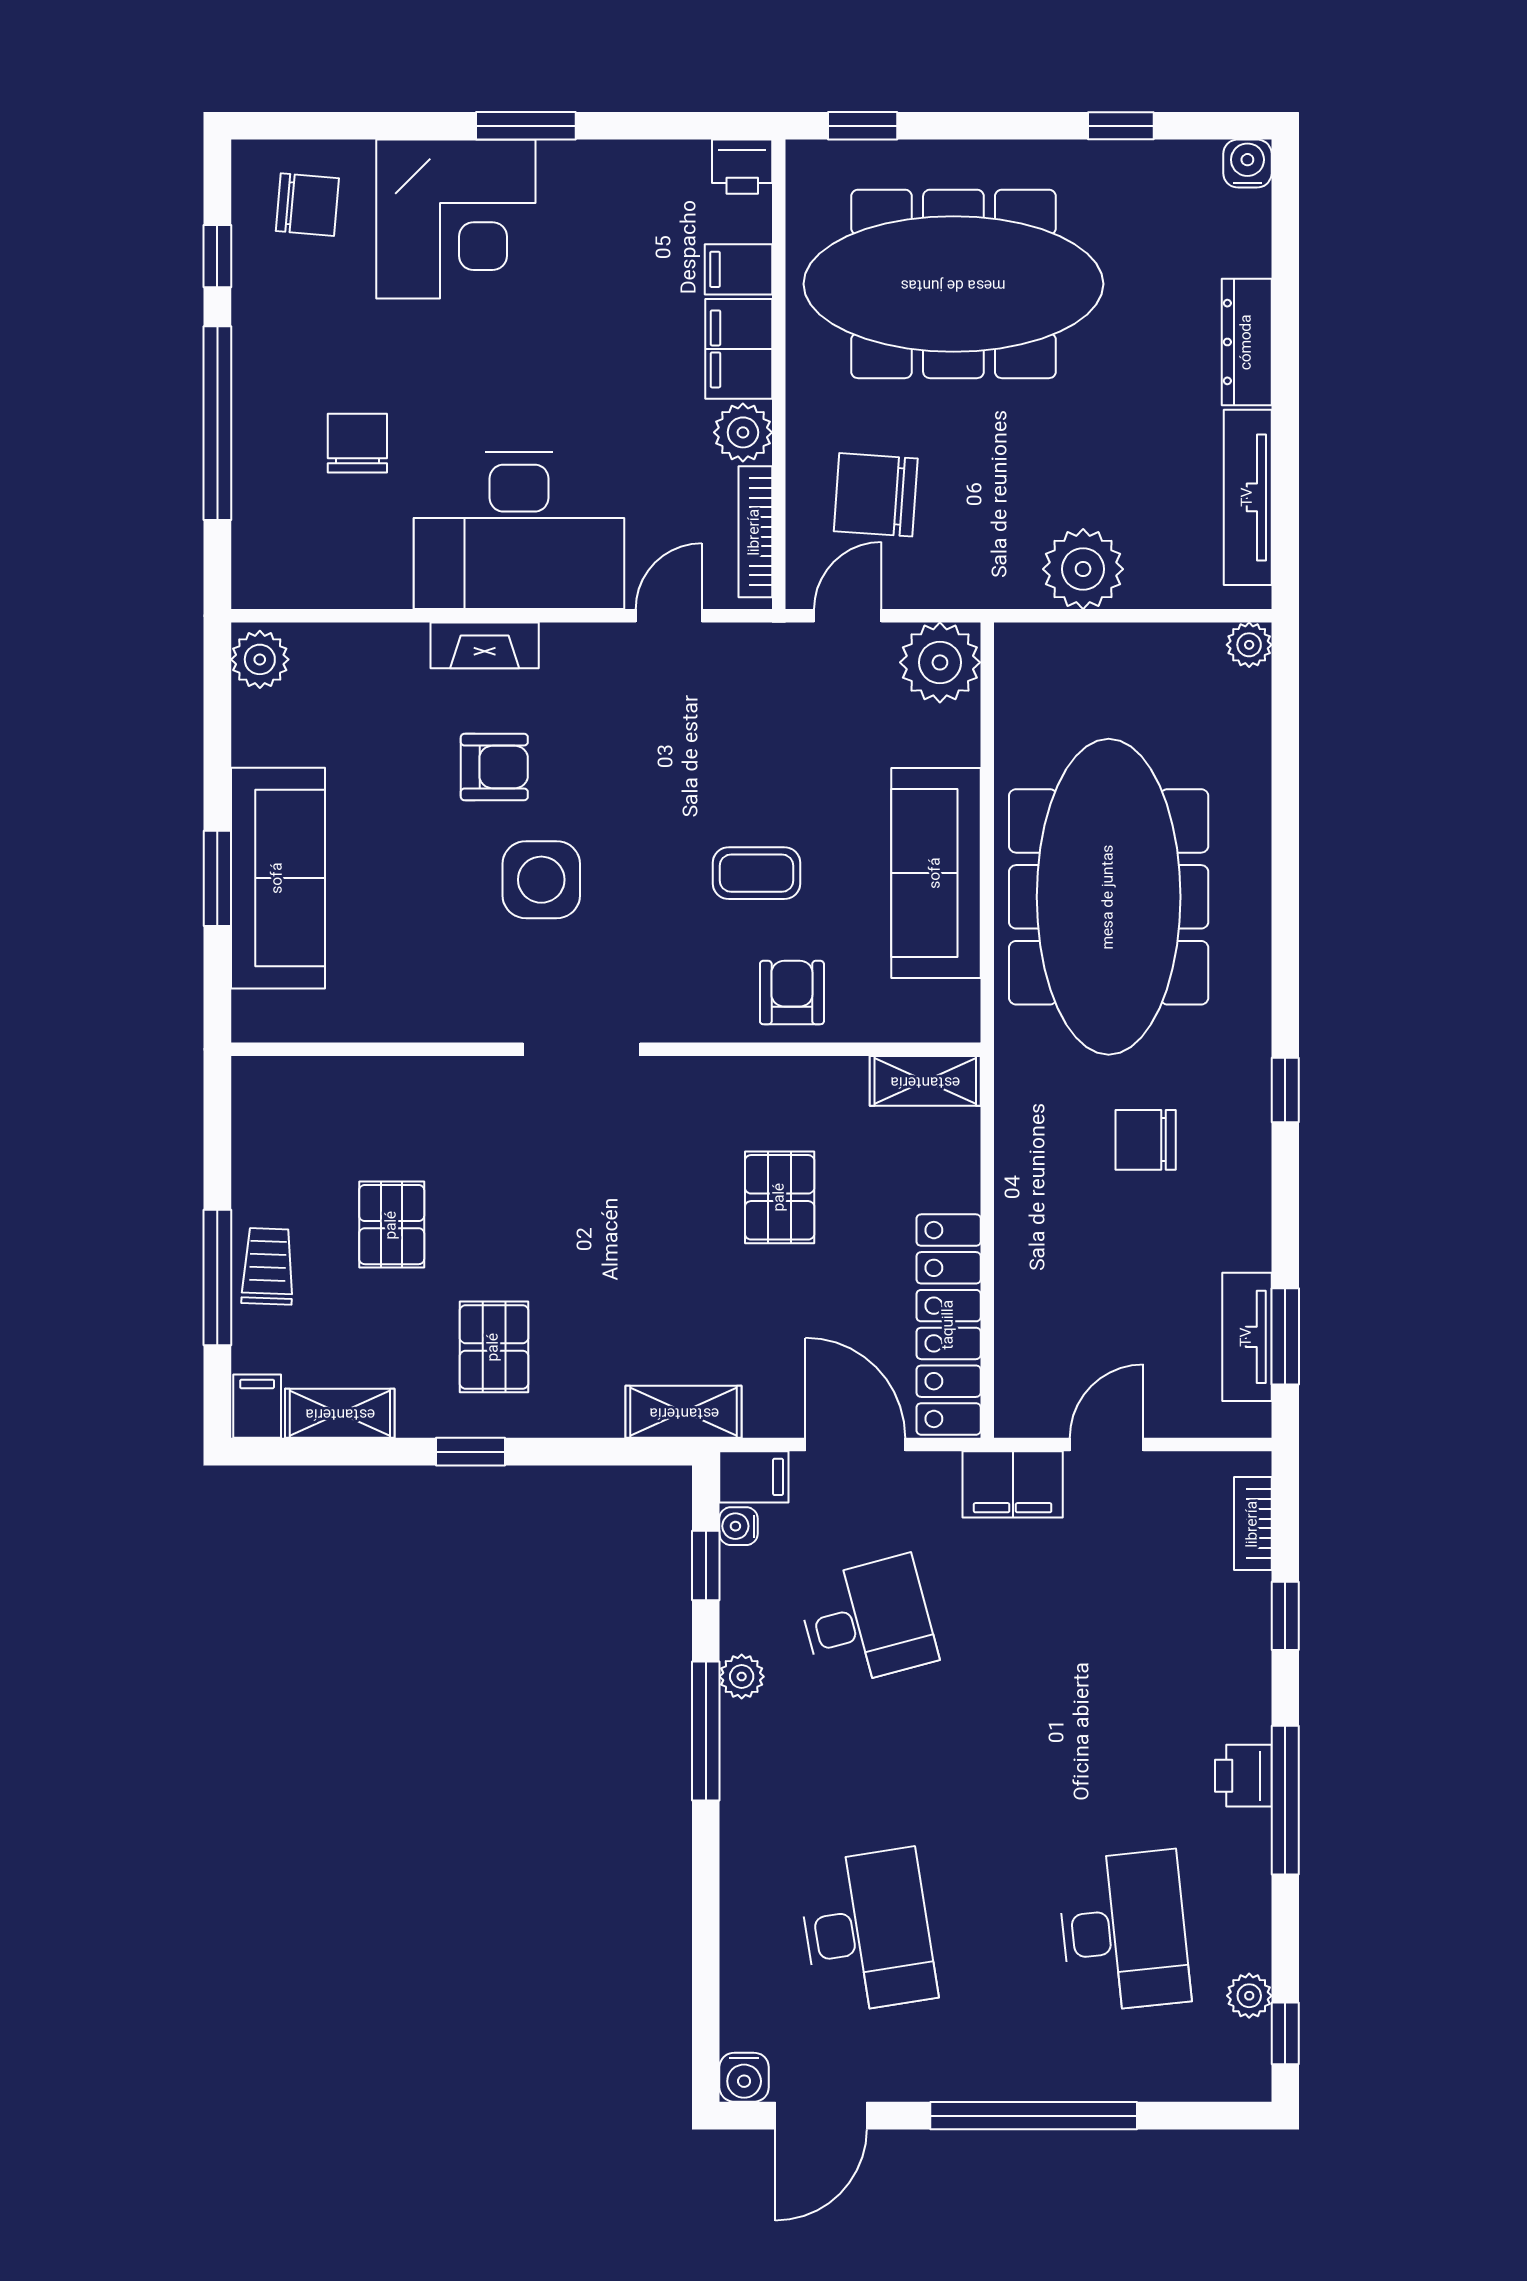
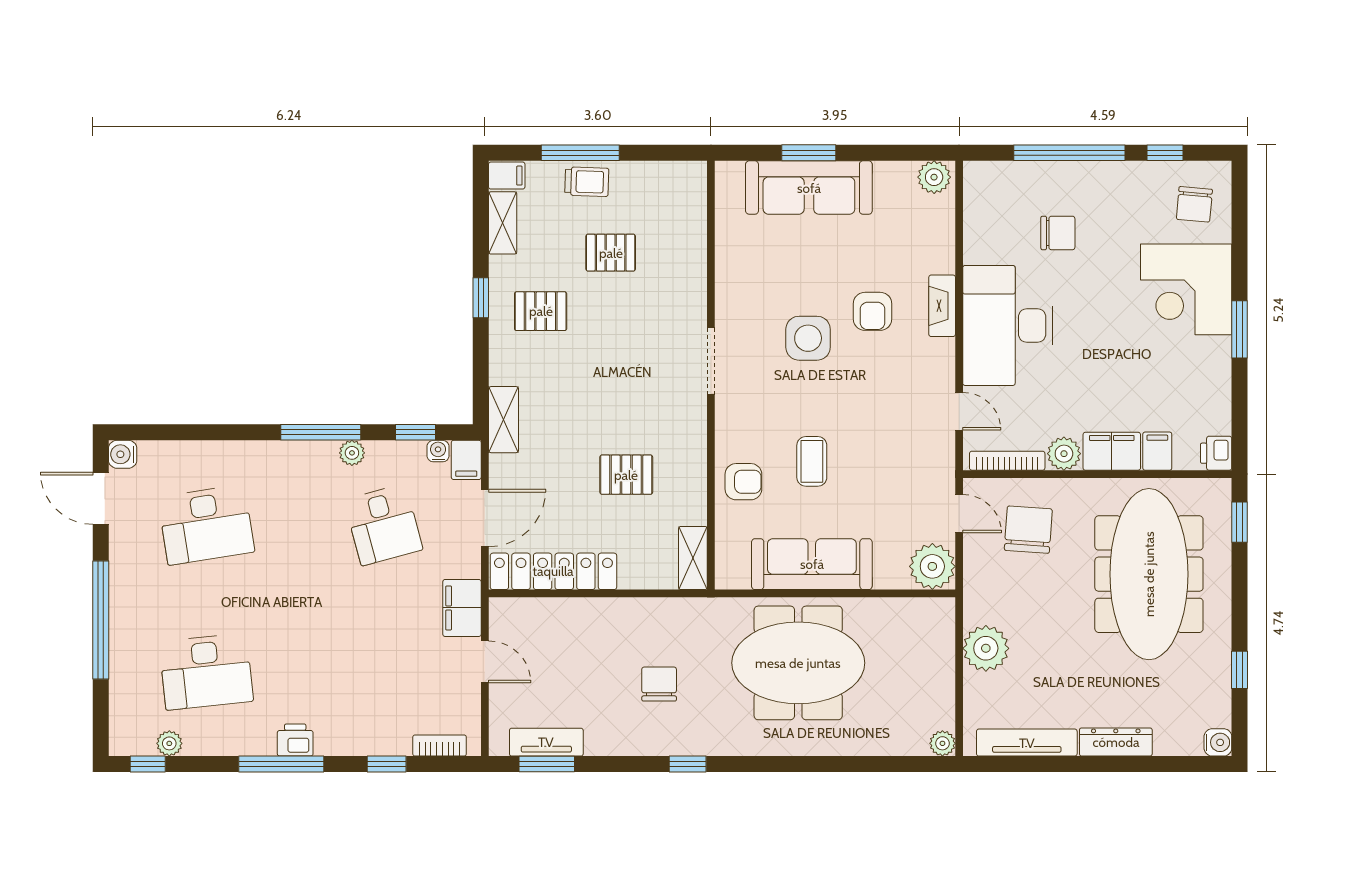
meeting table: (1109, 897) -> (798, 663), width x0.73

